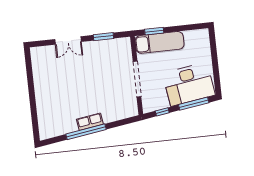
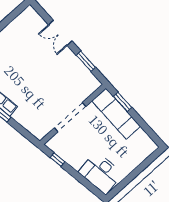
desk: (189, 84) -> (101, 173), width x0.73, depth x0.77
window: (194, 104) -> (84, 182), removed

